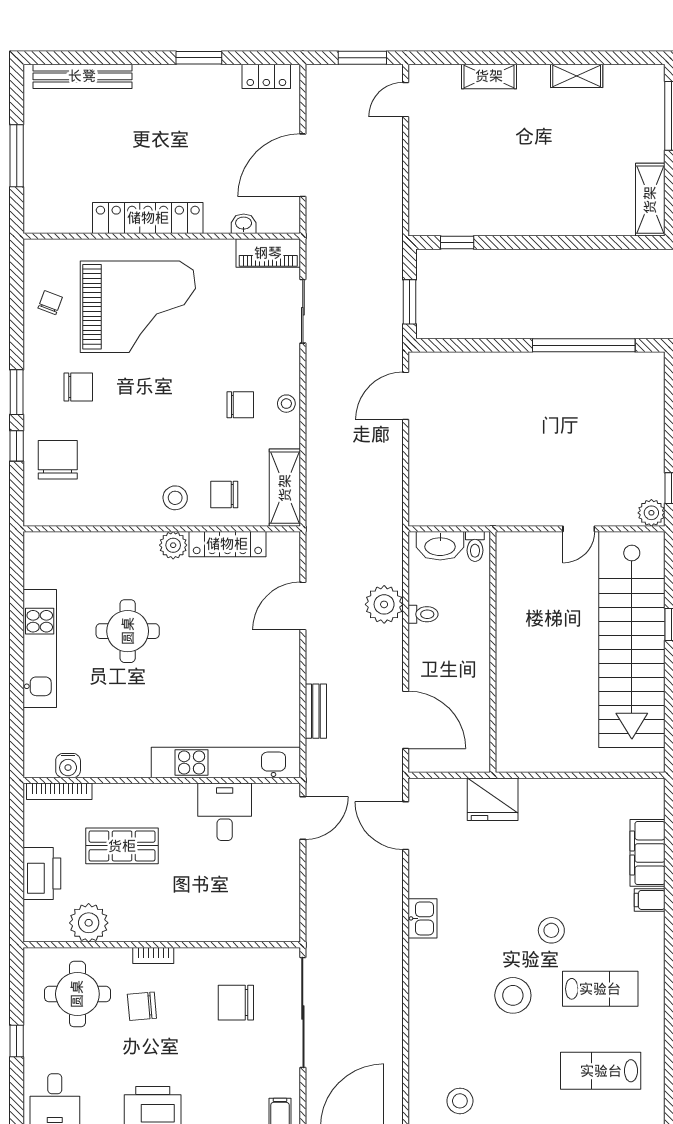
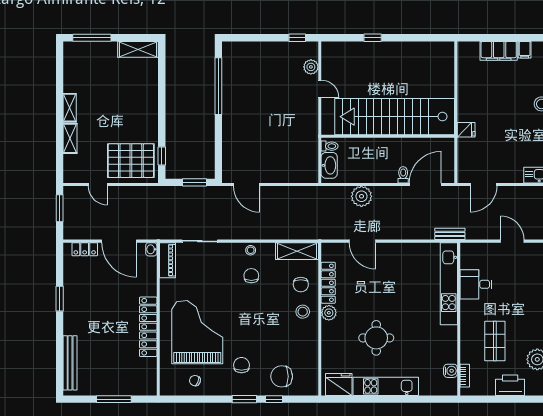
locker: (266, 76) -> (85, 249), moved, turned 90
shelving: (577, 76) -> (70, 108), moved
door: (406, 100) -> (98, 184), moved
pallet: (449, 187) -> (131, 161), added
washbasin: (244, 224) -> (151, 249), moved
plant: (651, 513) -> (311, 67), moved
fridge: (43, 563) -> (339, 384), added
toilet: (423, 614) -> (403, 175), moved
stairs: (632, 640) -> (395, 117), moved, turned 180
bench: (316, 711) -> (450, 234), moved
bookcase: (59, 791) -> (465, 376), width x0.64
fridge: (493, 799) -> (466, 130), width x0.53, depth x0.75
door: (303, 818) -> (512, 241), moved

